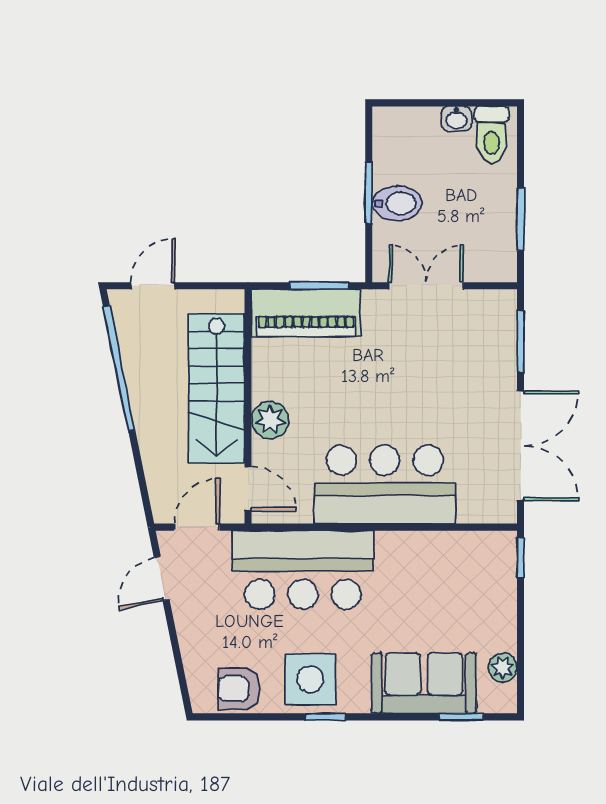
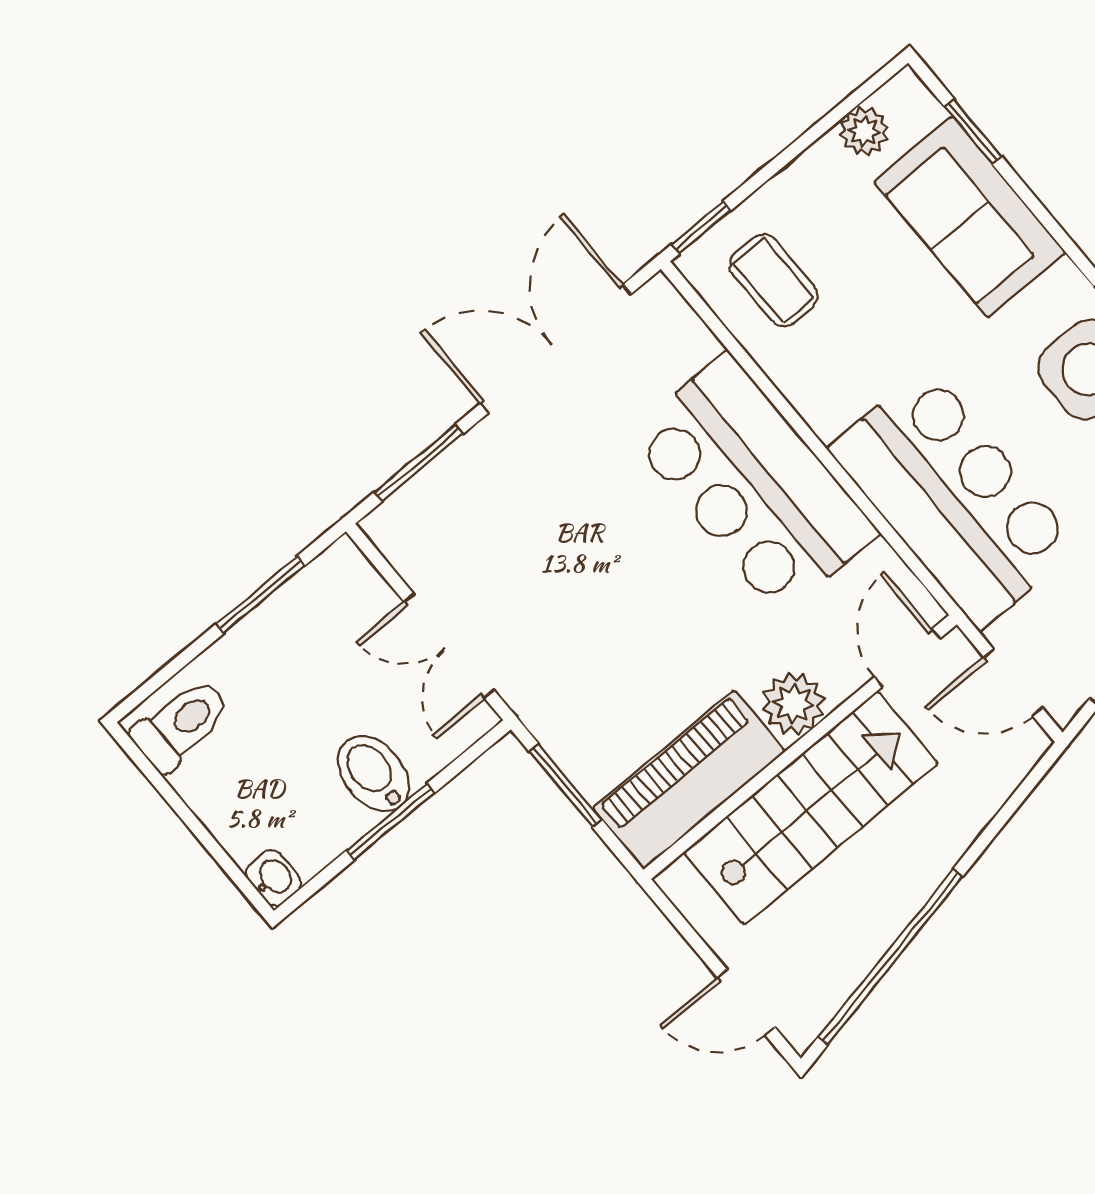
washbasin: (456, 119) -> (273, 878), moved
piano: (306, 313) -> (689, 780), moved, turned -90
coffee table: (469, 570) -> (774, 280), added

